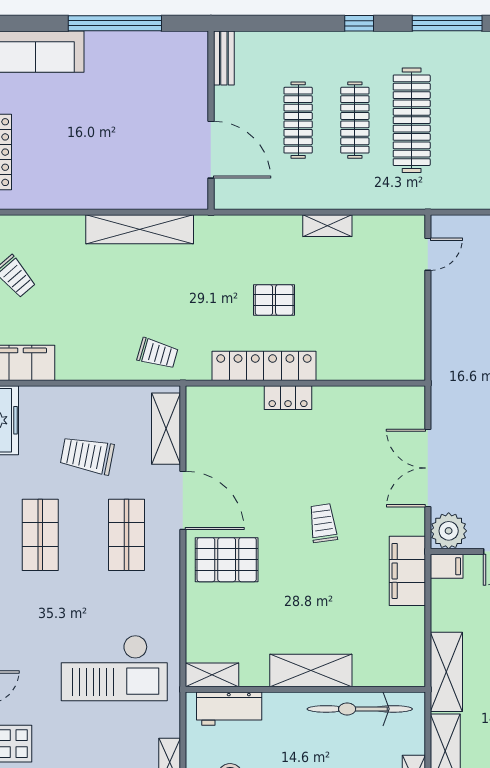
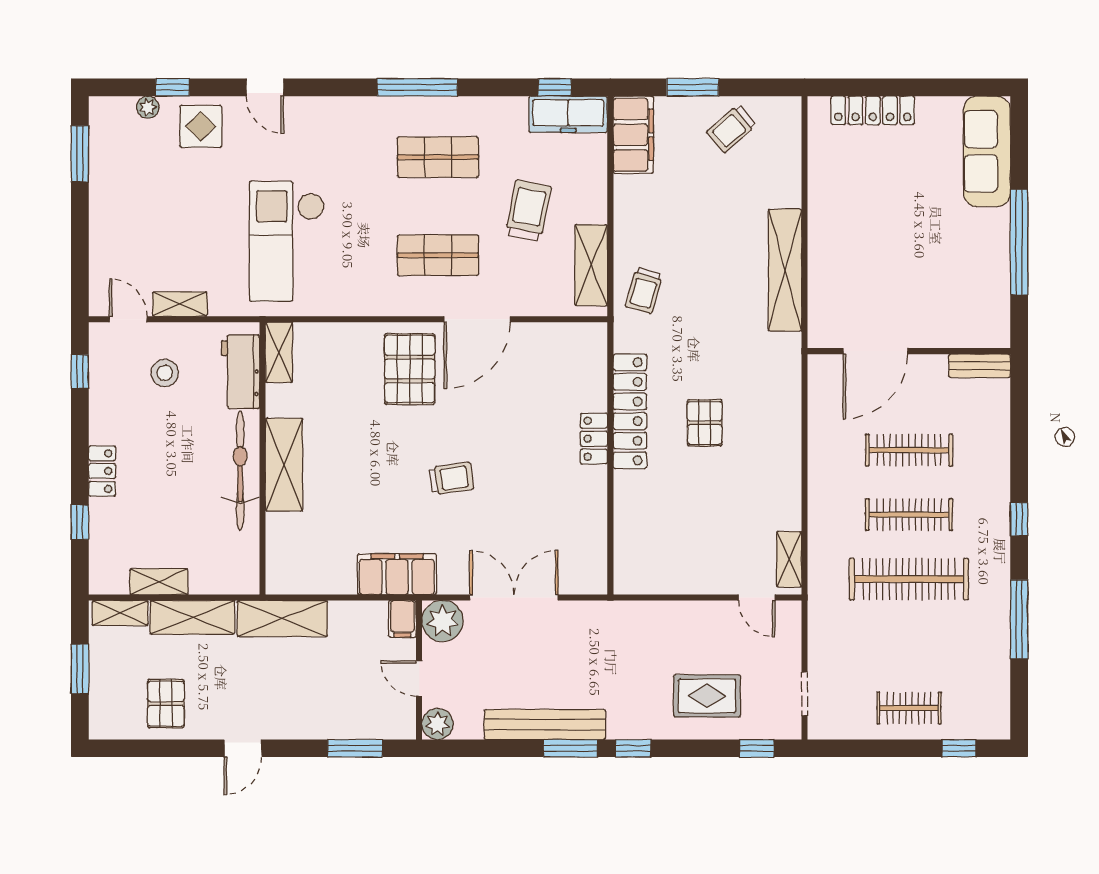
shelving: (327, 226) -> (789, 559), moved
shelving: (166, 429) -> (591, 265), moved, turned 90
bicycle: (360, 709) -> (240, 471), moved

